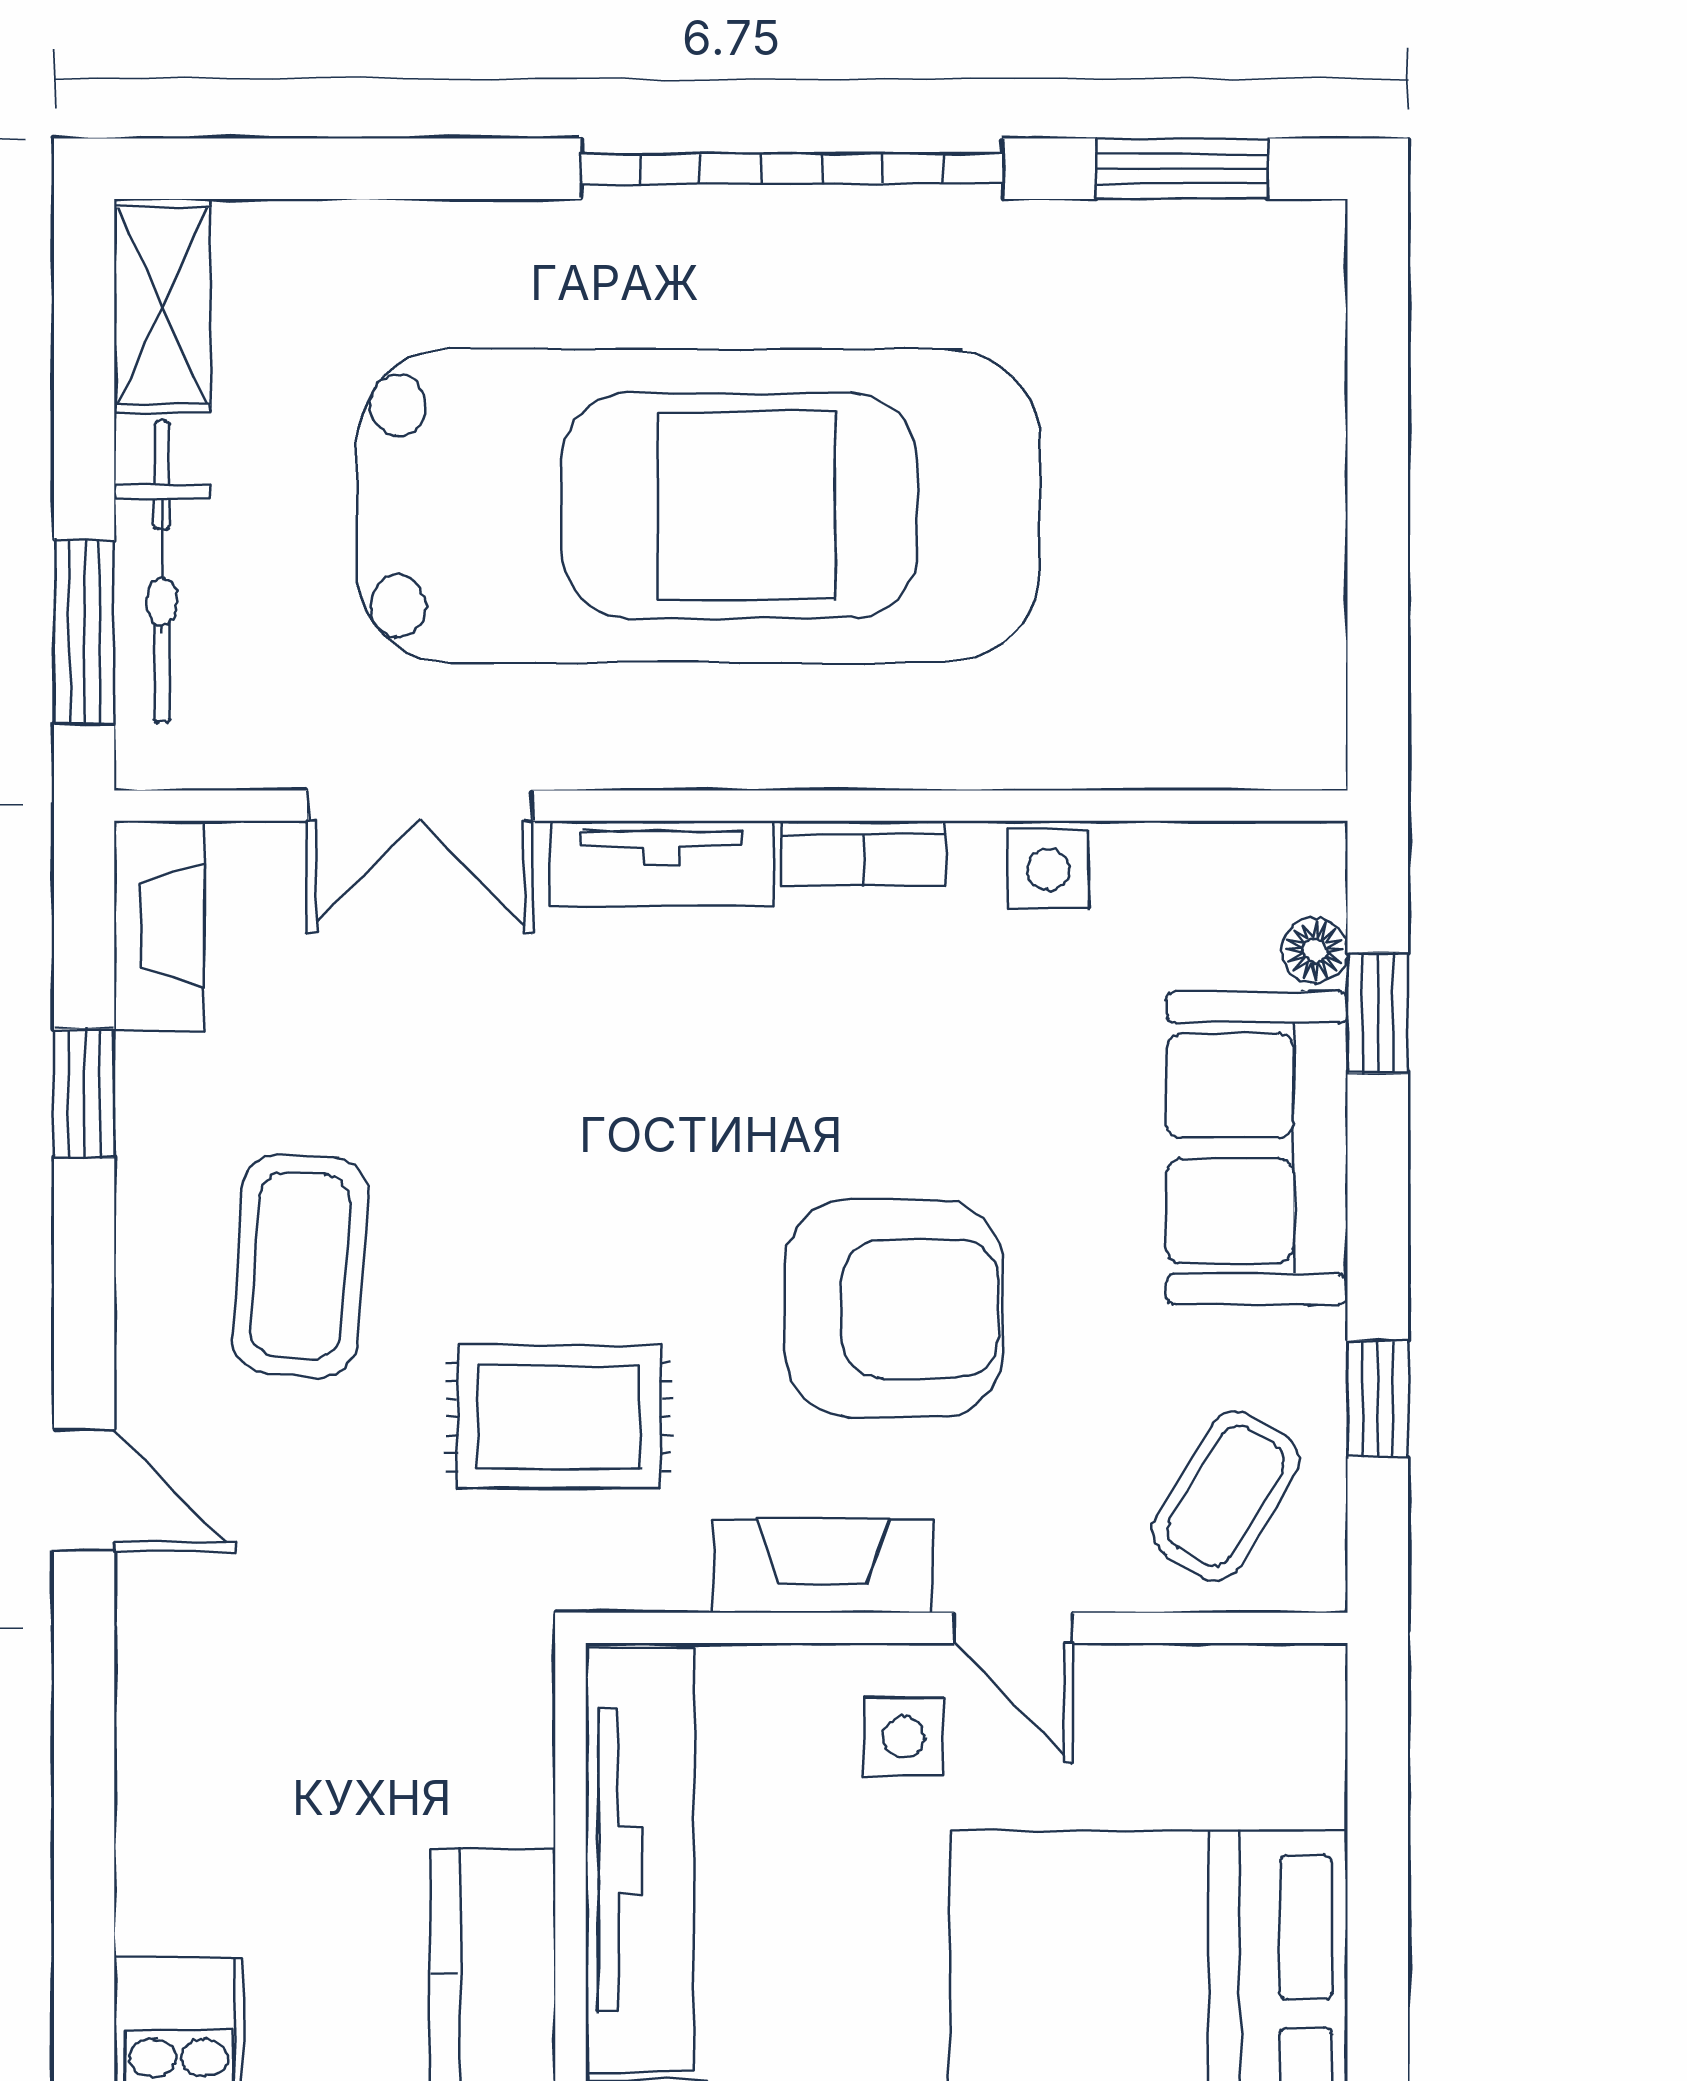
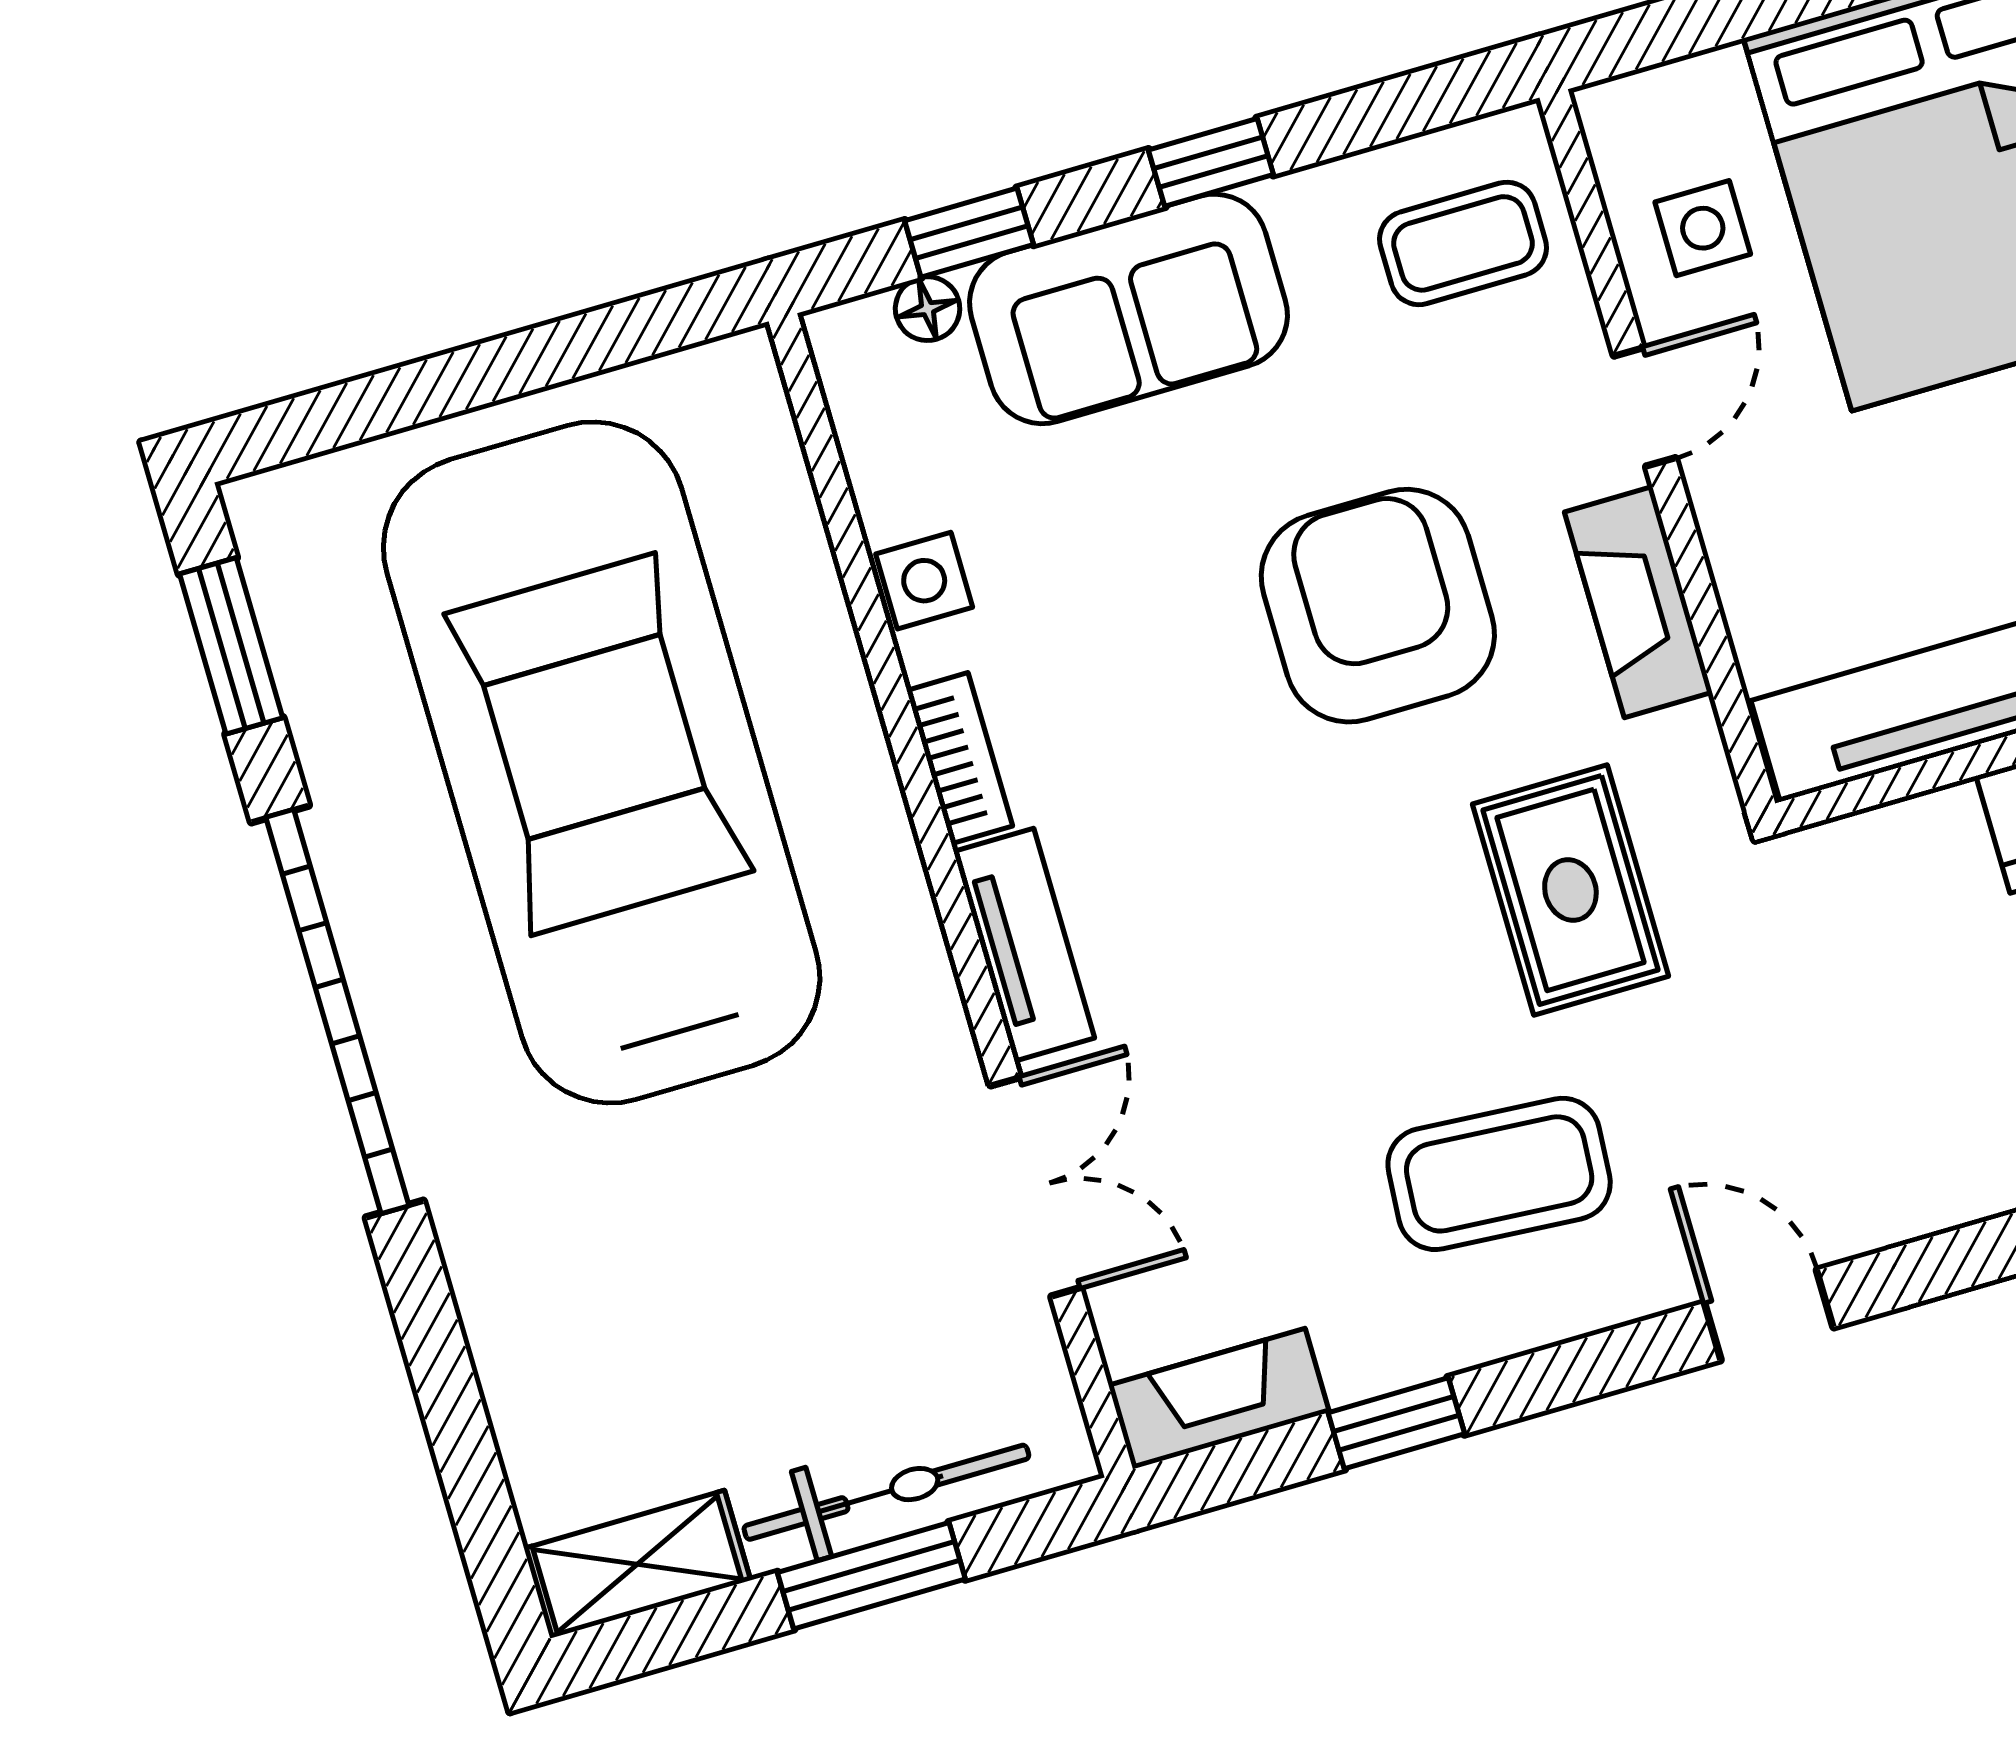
car: (699, 506) -> (602, 762), moved
window: (84, 632) -> (871, 1576), moved
window: (1378, 1399) -> (1211, 162), moved
door: (84, 1490) -> (1769, 1315), hinge flipped
coffee table: (1226, 1496) -> (1463, 243), turned -31
side table: (904, 1737) -> (1703, 228), moved

